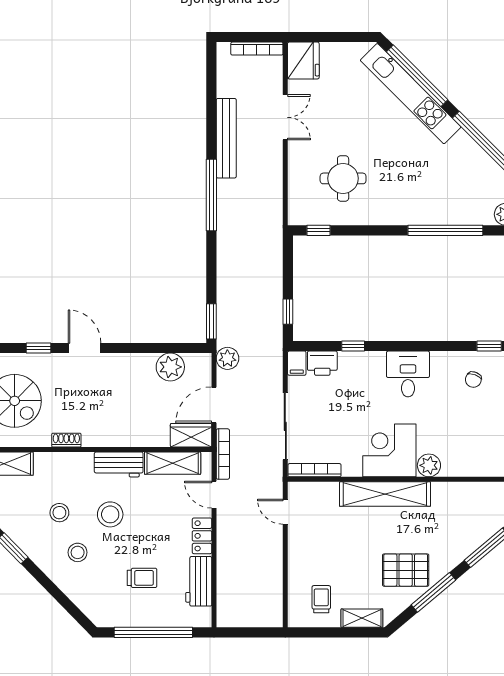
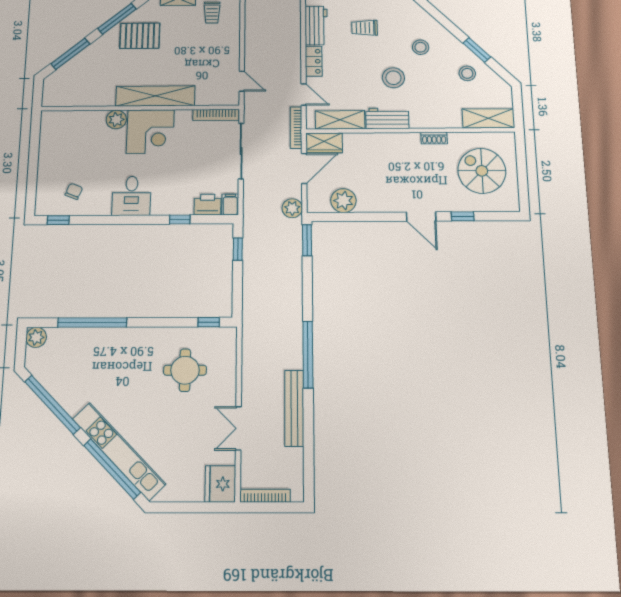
stool: (59, 513) -> (467, 73), moved

